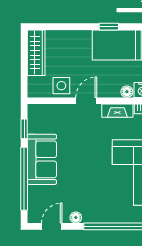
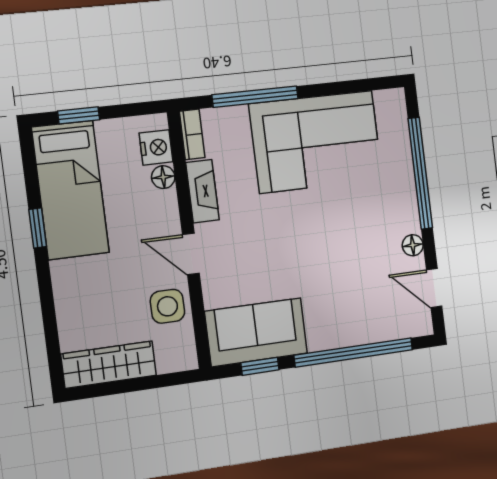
sofa: (42, 159) -> (256, 332), moved

